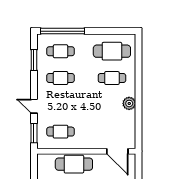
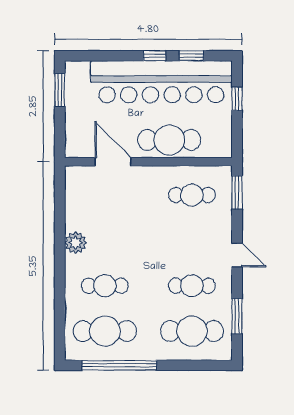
window: (63, 31) -> (119, 365), moved
cafe table: (61, 51) -> (192, 331), width x1.37, depth x1.35
door: (34, 106) -> (237, 255), moved
door: (117, 151) -> (113, 162), moved

